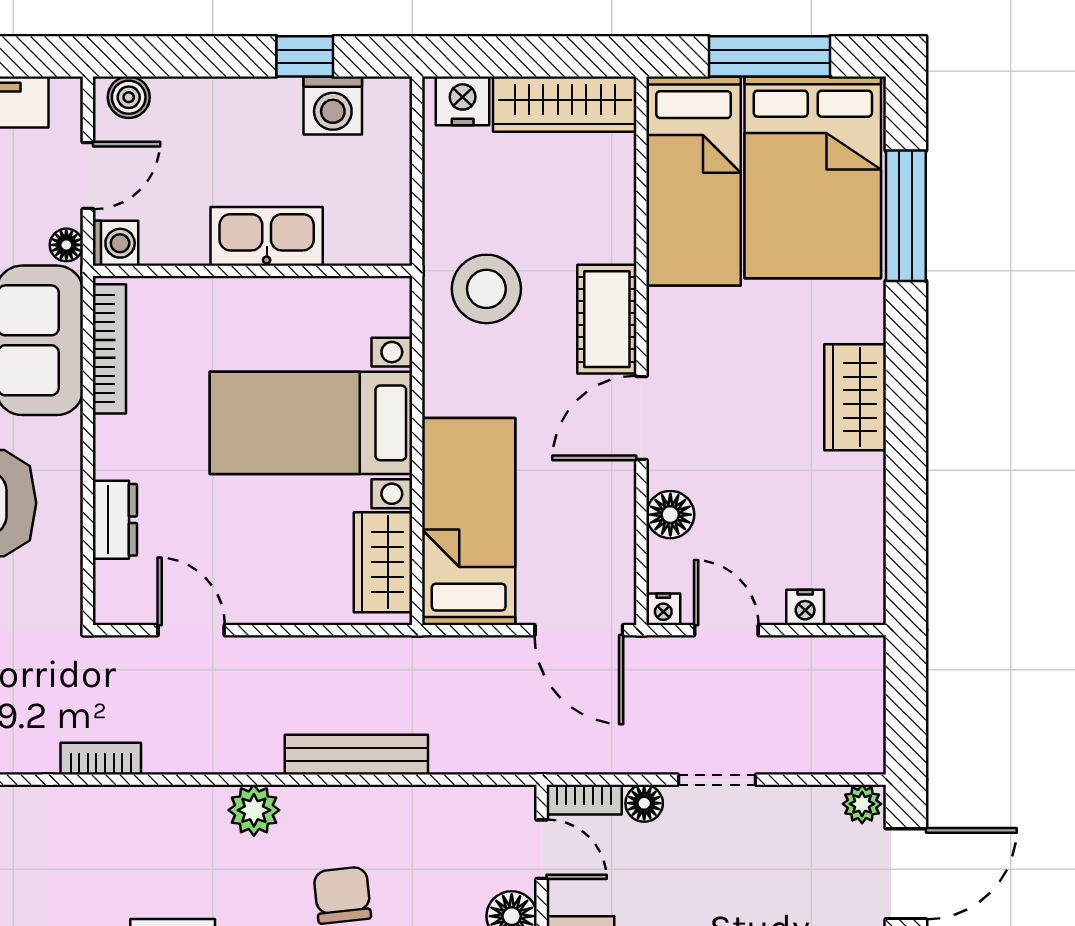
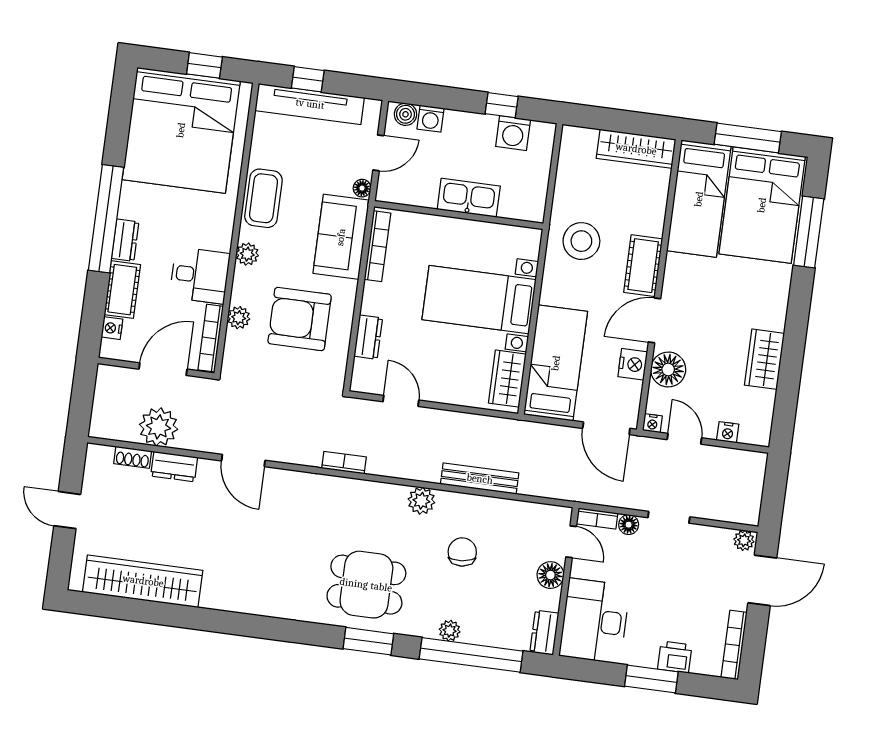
nightstand: (463, 101) -> (633, 364), moved, turned 90
washing machine: (116, 243) -> (431, 119), moved, turned 90
wardrobe: (855, 397) -> (764, 359), moved
floor lamp: (670, 515) -> (668, 369), width x1.38, depth x1.38

